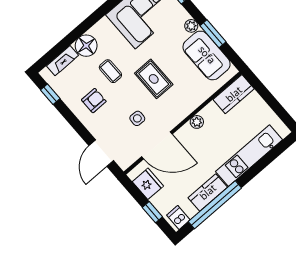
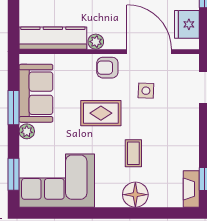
fireplace: (62, 61) -> (191, 189), moved, turned -90
rug: (154, 79) -> (101, 113), turned 90
kitchen counter: (234, 94) -> (53, 38), width x1.50
armchair: (94, 101) -> (107, 68), moved

